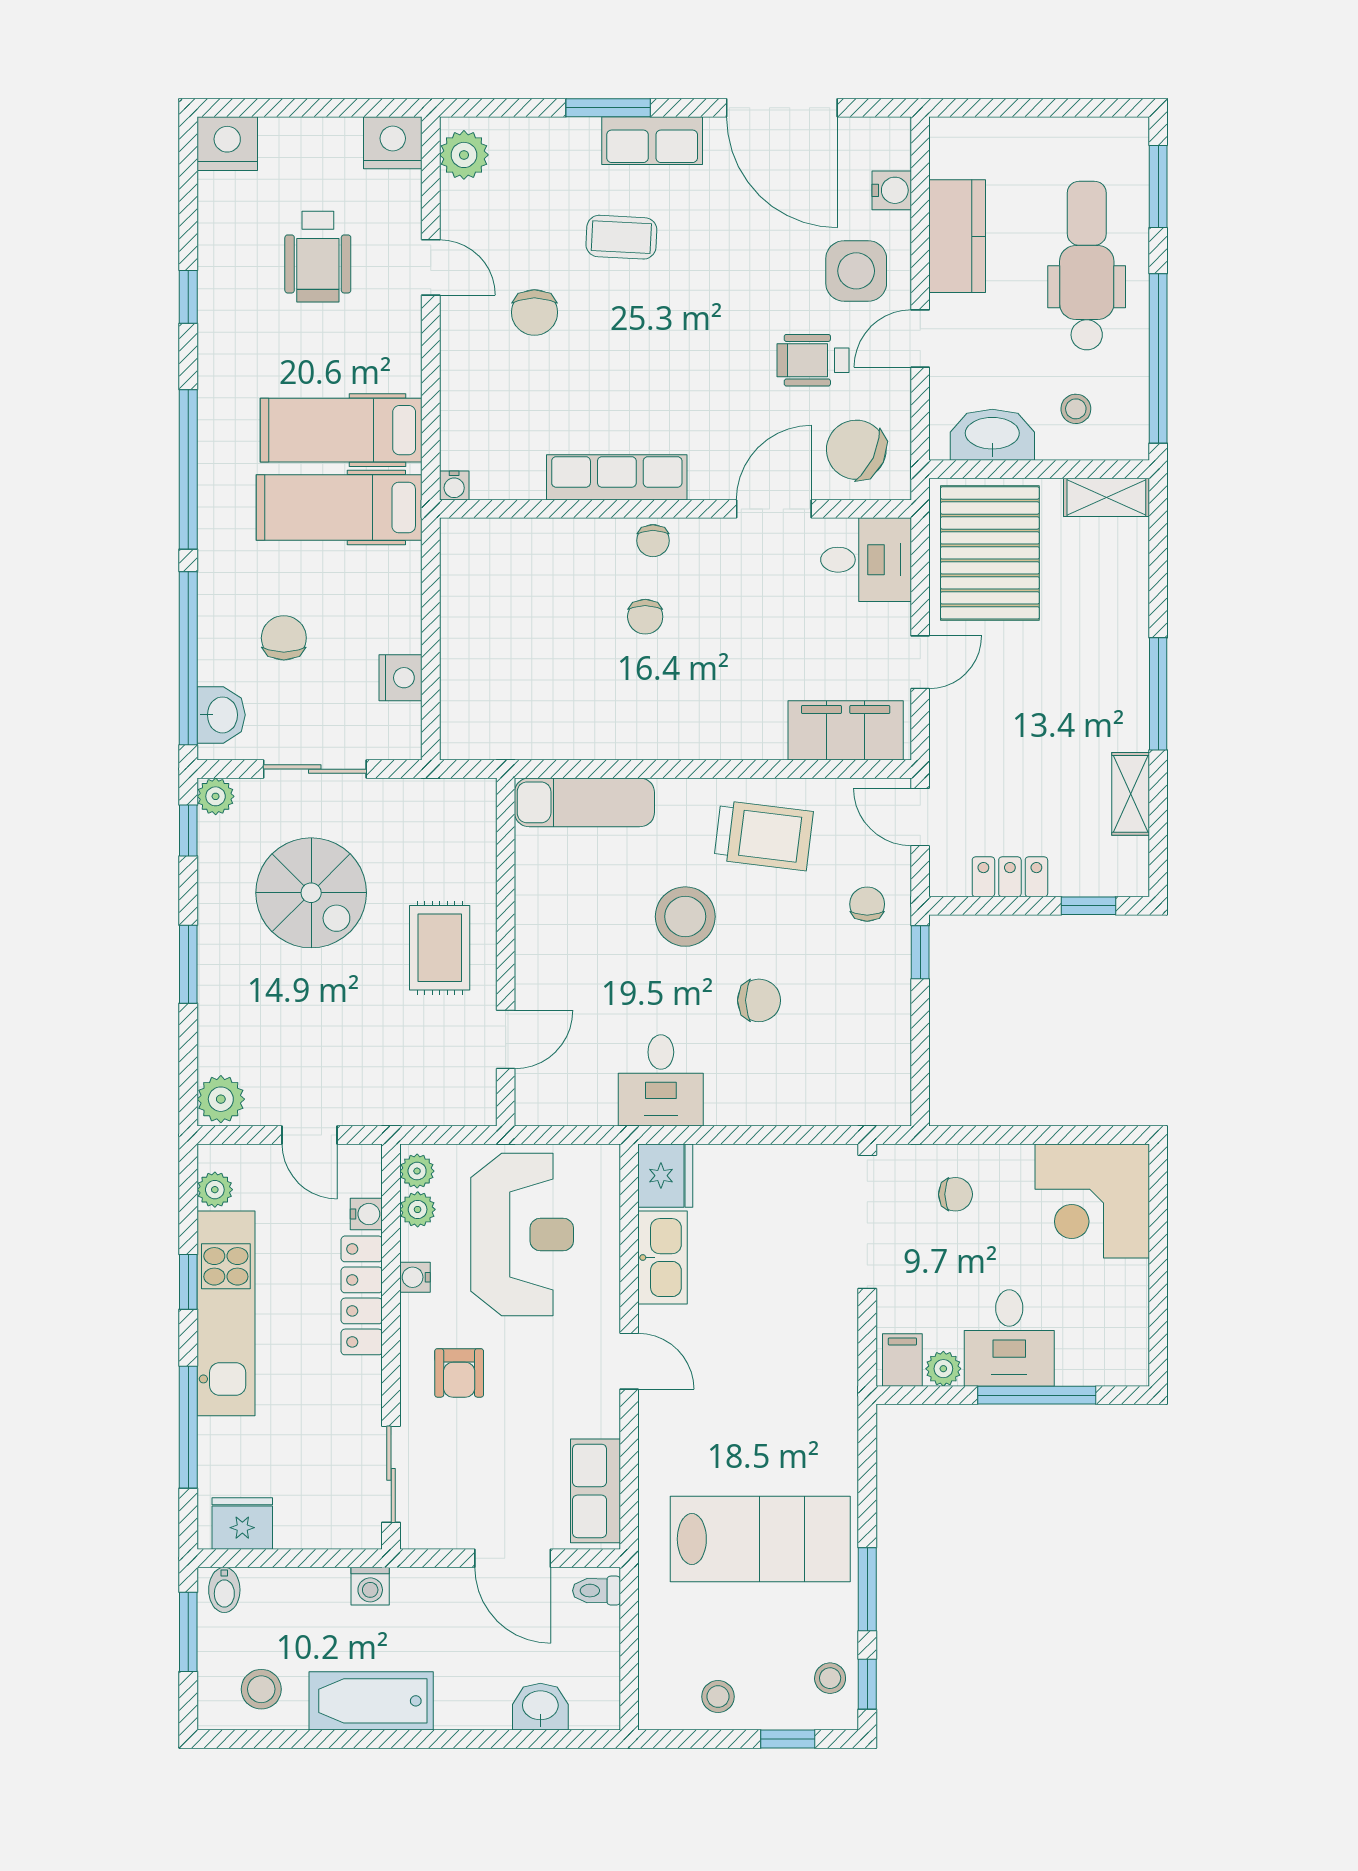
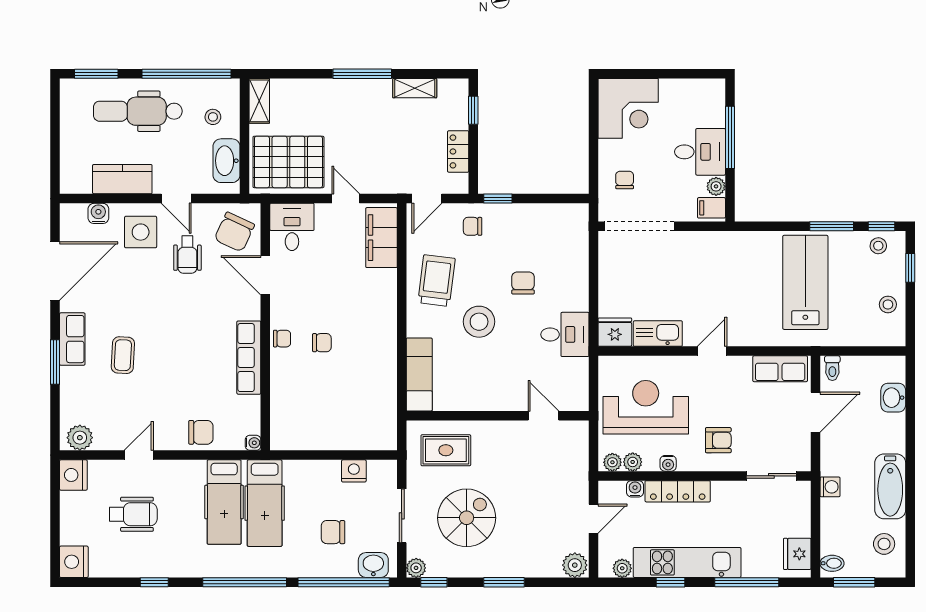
chair: (534, 312) -> (201, 432), moved
rug: (440, 948) -> (446, 450), moved

